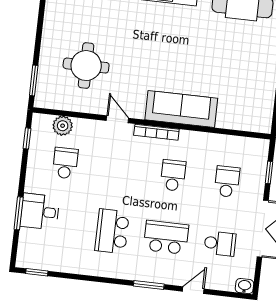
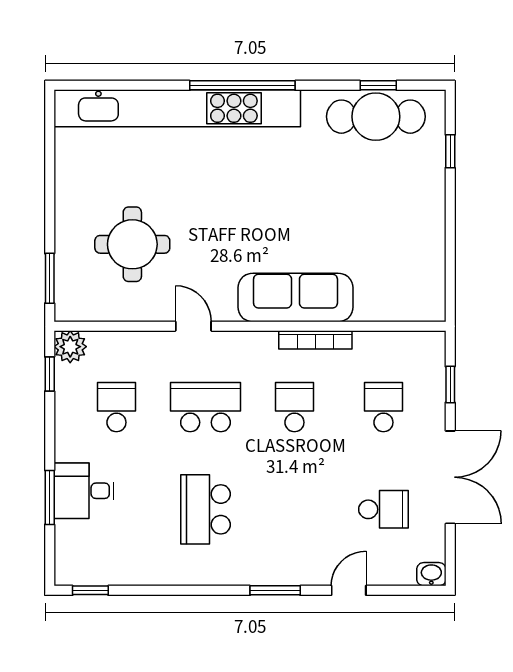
plant: (63, 126) -> (70, 347), moved
bookcase: (156, 132) -> (315, 340), moved
school desk: (166, 237) -> (205, 407), moved

